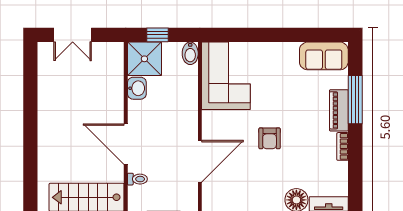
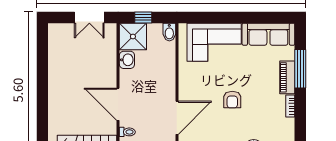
double door: (73, 35) -> (89, 17), moved
sofa: (324, 56) -> (268, 34), width x1.36
corner sofa: (226, 76) -> (214, 42), moved, turned 90

